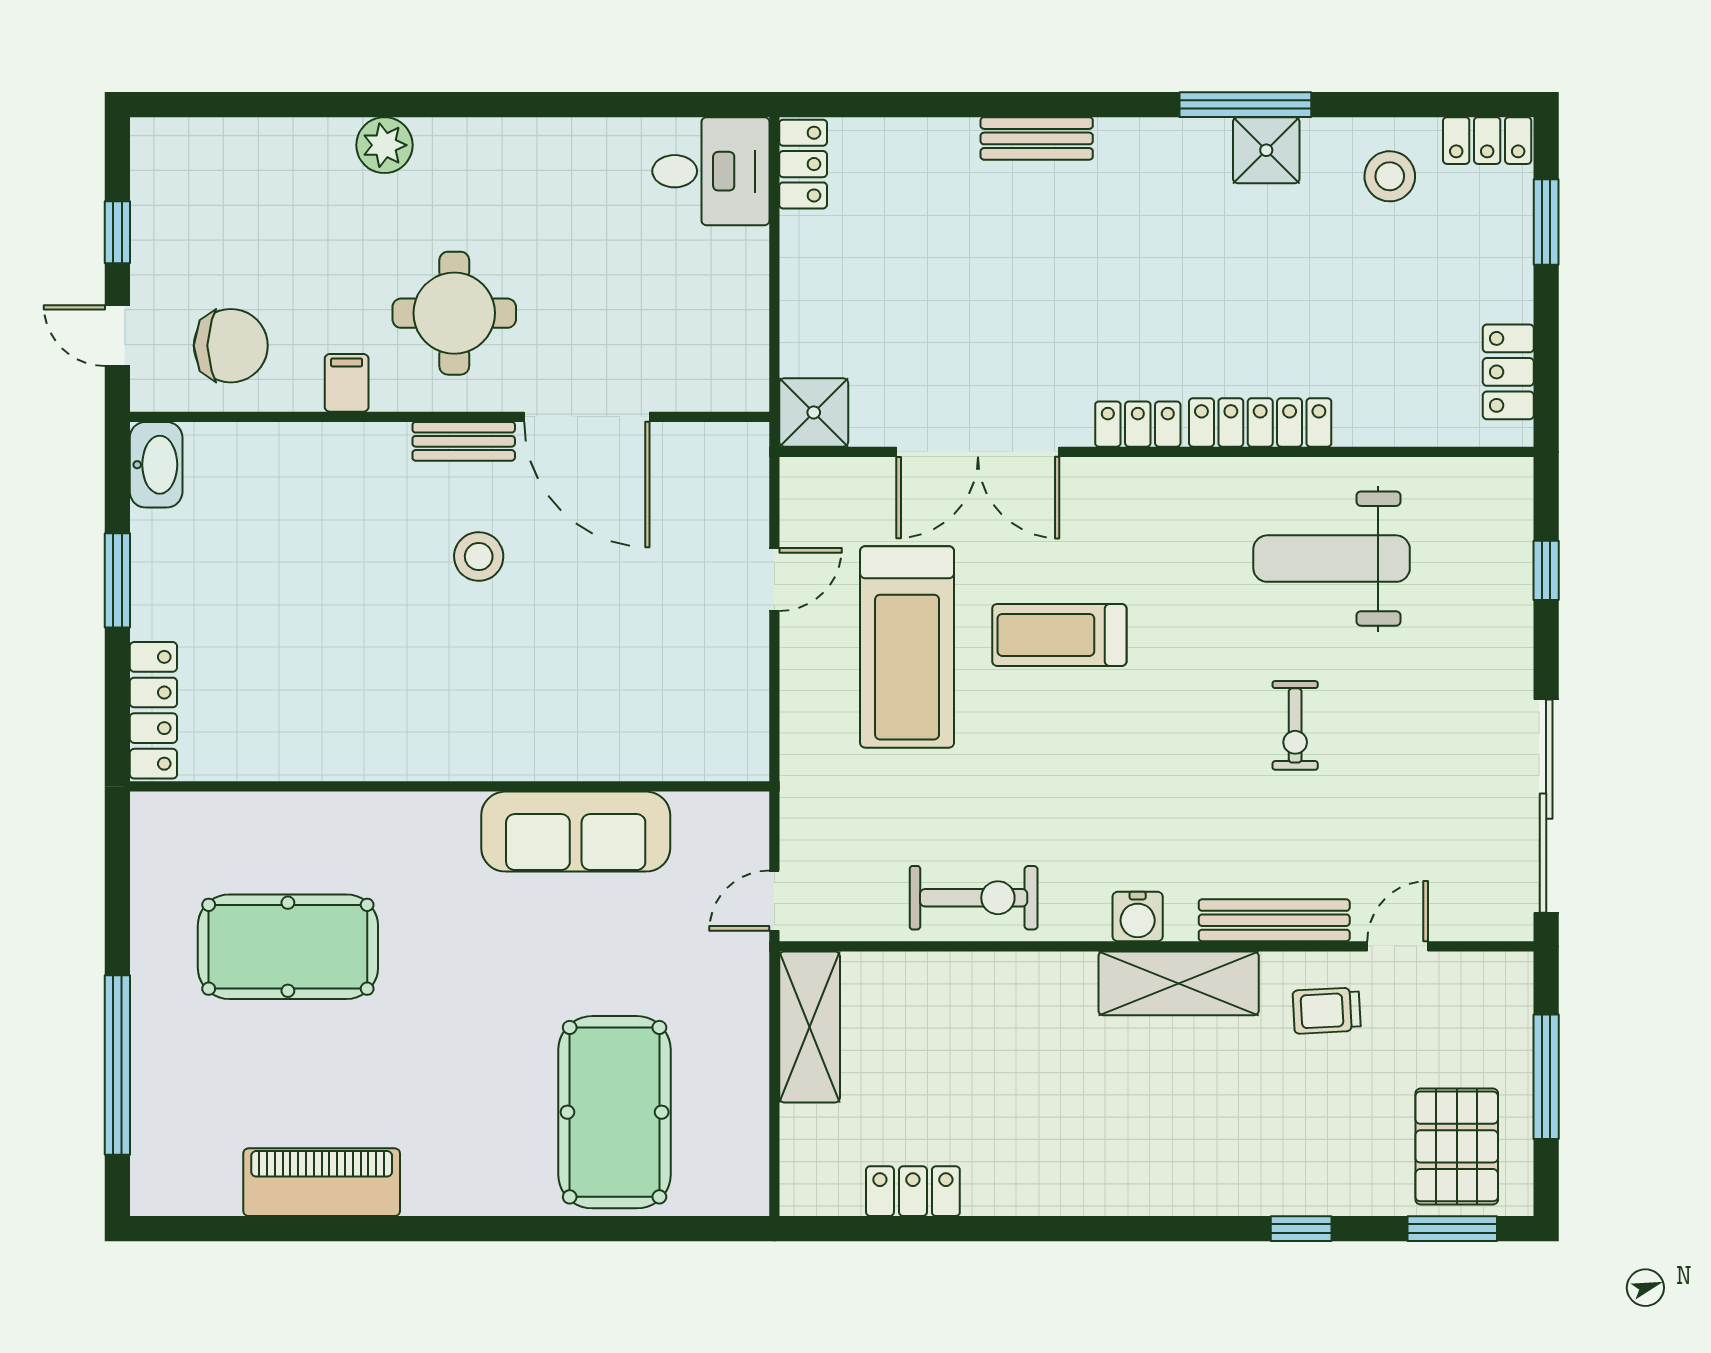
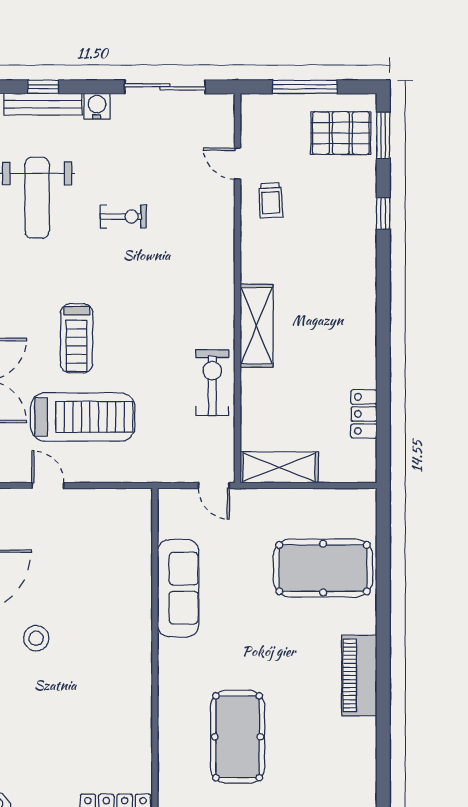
sliding door: (1546, 806) -> (165, 87), width x0.73
water cooler: (1138, 916) -> (97, 106), moved, turned -90
bench: (1274, 920) -> (43, 104), moved, turned 90
shelving: (1179, 983) -> (257, 326), moved
piano: (322, 1182) -> (359, 675), moved

